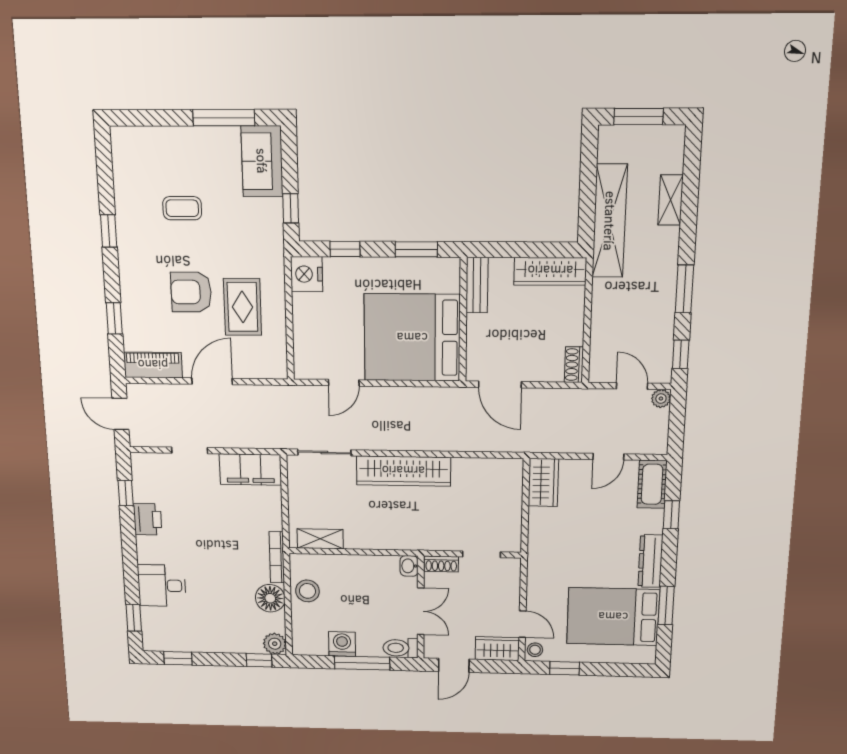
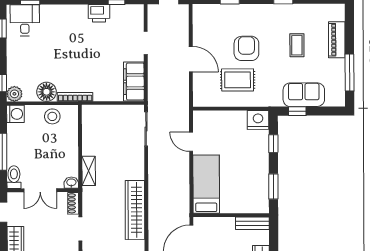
sofa: (262, 161) -> (304, 95), moved
bed: (412, 338) -> (206, 184), width x0.49
piano: (153, 365) -> (337, 40), moved, turned 180
wardrobe: (403, 471) -> (135, 210), moved
shelving: (320, 539) -> (89, 171), moved
desk: (162, 586) -> (25, 20), moved
washing machine: (342, 644) -> (15, 114), moved

